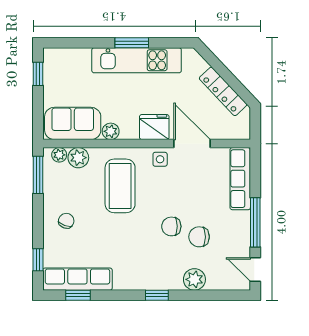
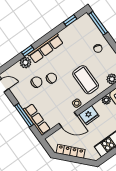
window: (255, 222) -> (24, 115), moved
window: (38, 260) -> (98, 23), width x2.17
row of seats: (77, 279) -> (46, 48), moved
window: (157, 295) -> (28, 51), moved

